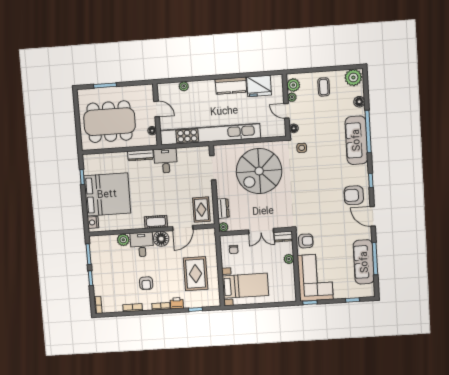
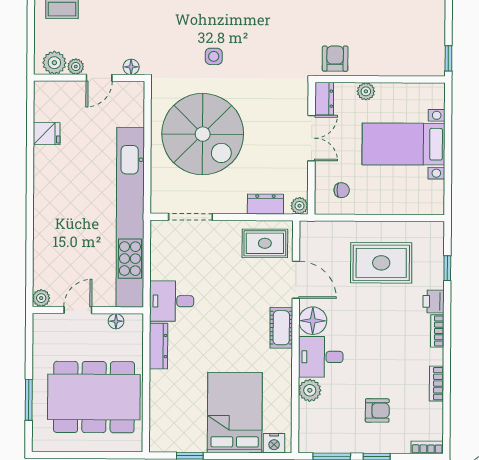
plant: (184, 86) -> (41, 298), moved
kitchen counter: (231, 86) -> (47, 174), removed
fridge: (259, 86) -> (47, 134), width x0.53, depth x0.75
dining table: (110, 122) -> (94, 397), turned 90
side table: (302, 148) -> (214, 56), moved
bed: (107, 194) -> (235, 413), width x0.73
corner sofa: (315, 277) -> (403, 46), removed
armchair: (146, 283) -> (377, 410), moved
bed with nightstands: (245, 286) -> (403, 144), moved, turned -90

